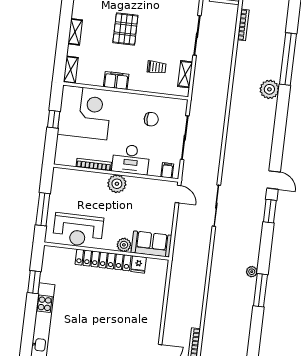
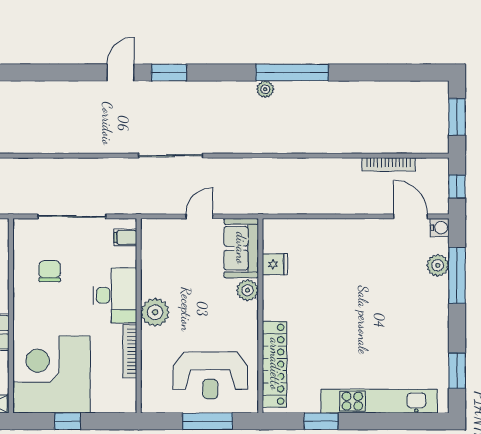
door: (178, 194) -> (199, 216), moved
reception desk: (78, 230) -> (210, 375), moved, turned 90
locker: (103, 260) -> (275, 364), moved
window: (260, 290) -> (292, 72), width x1.46

